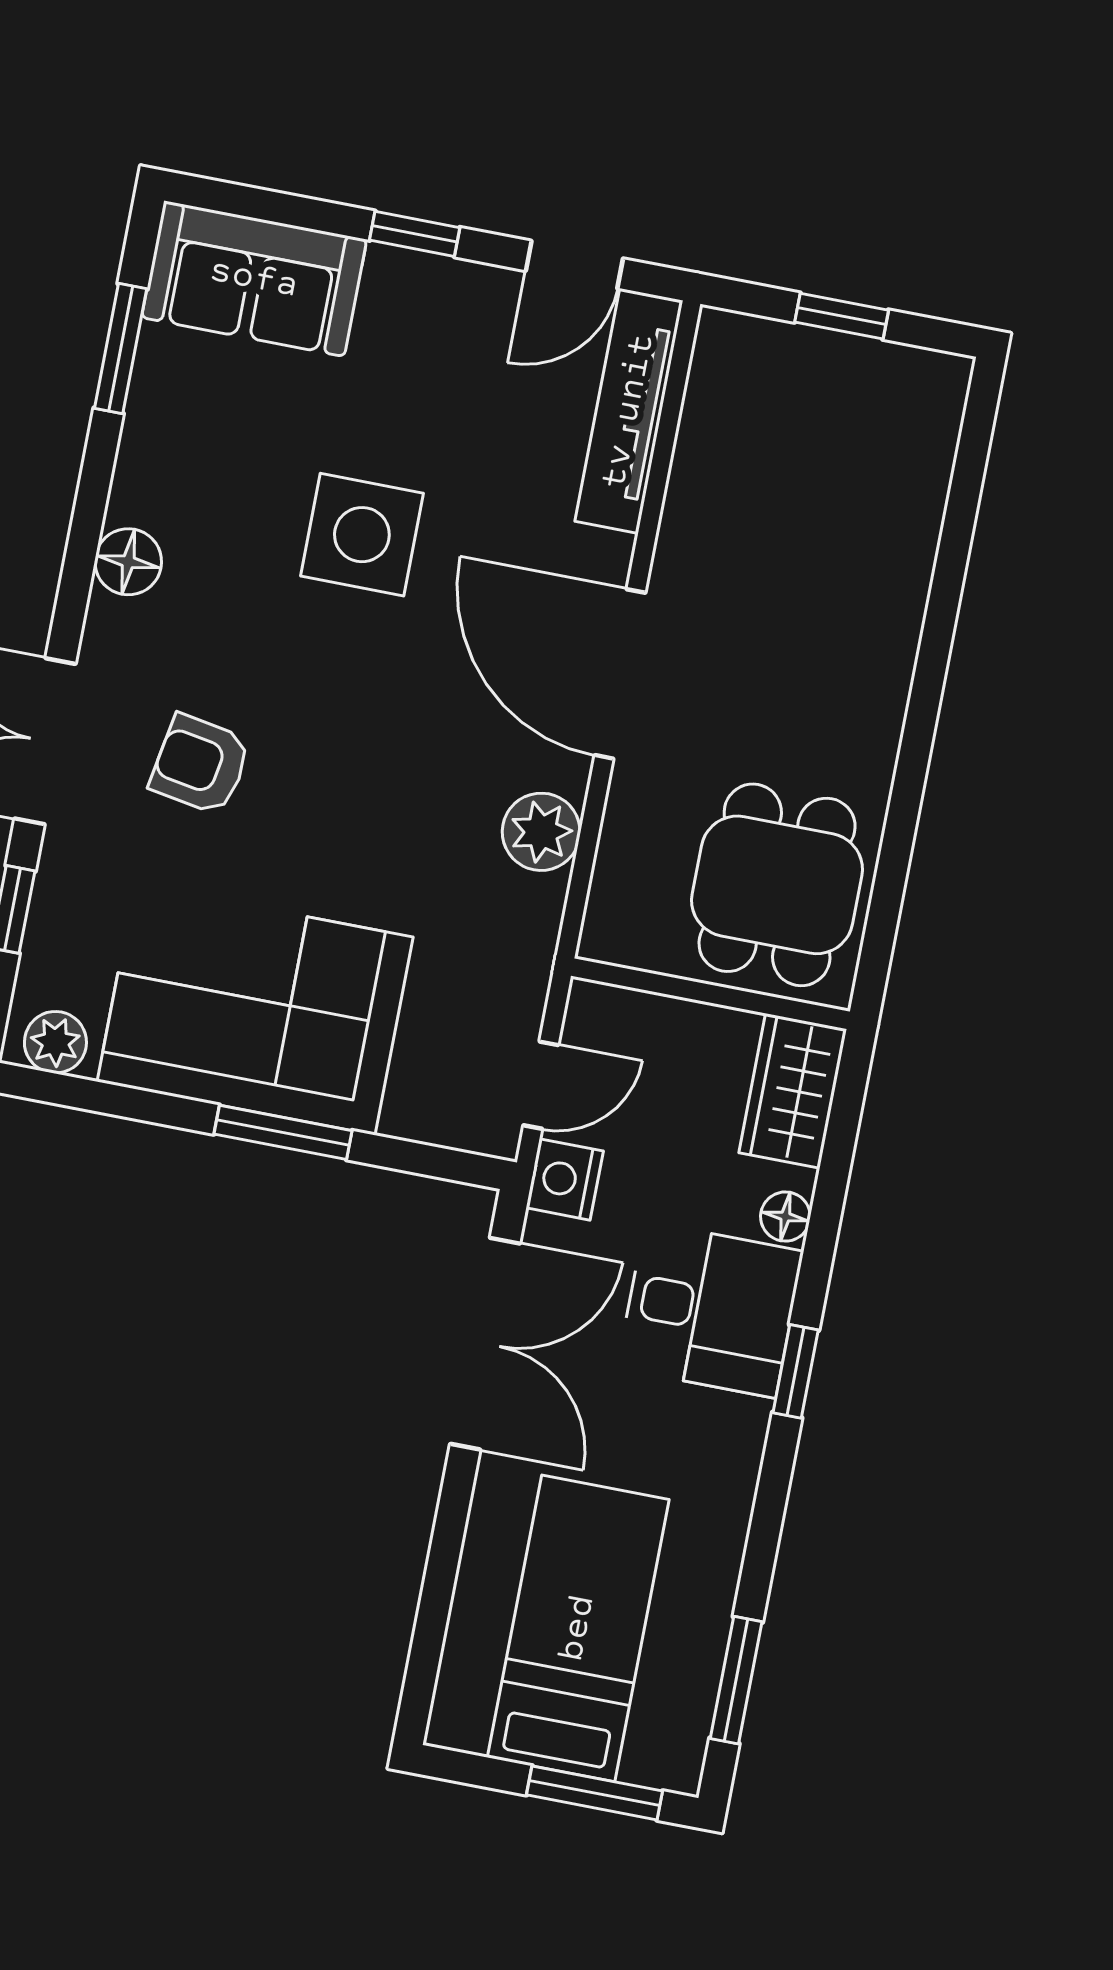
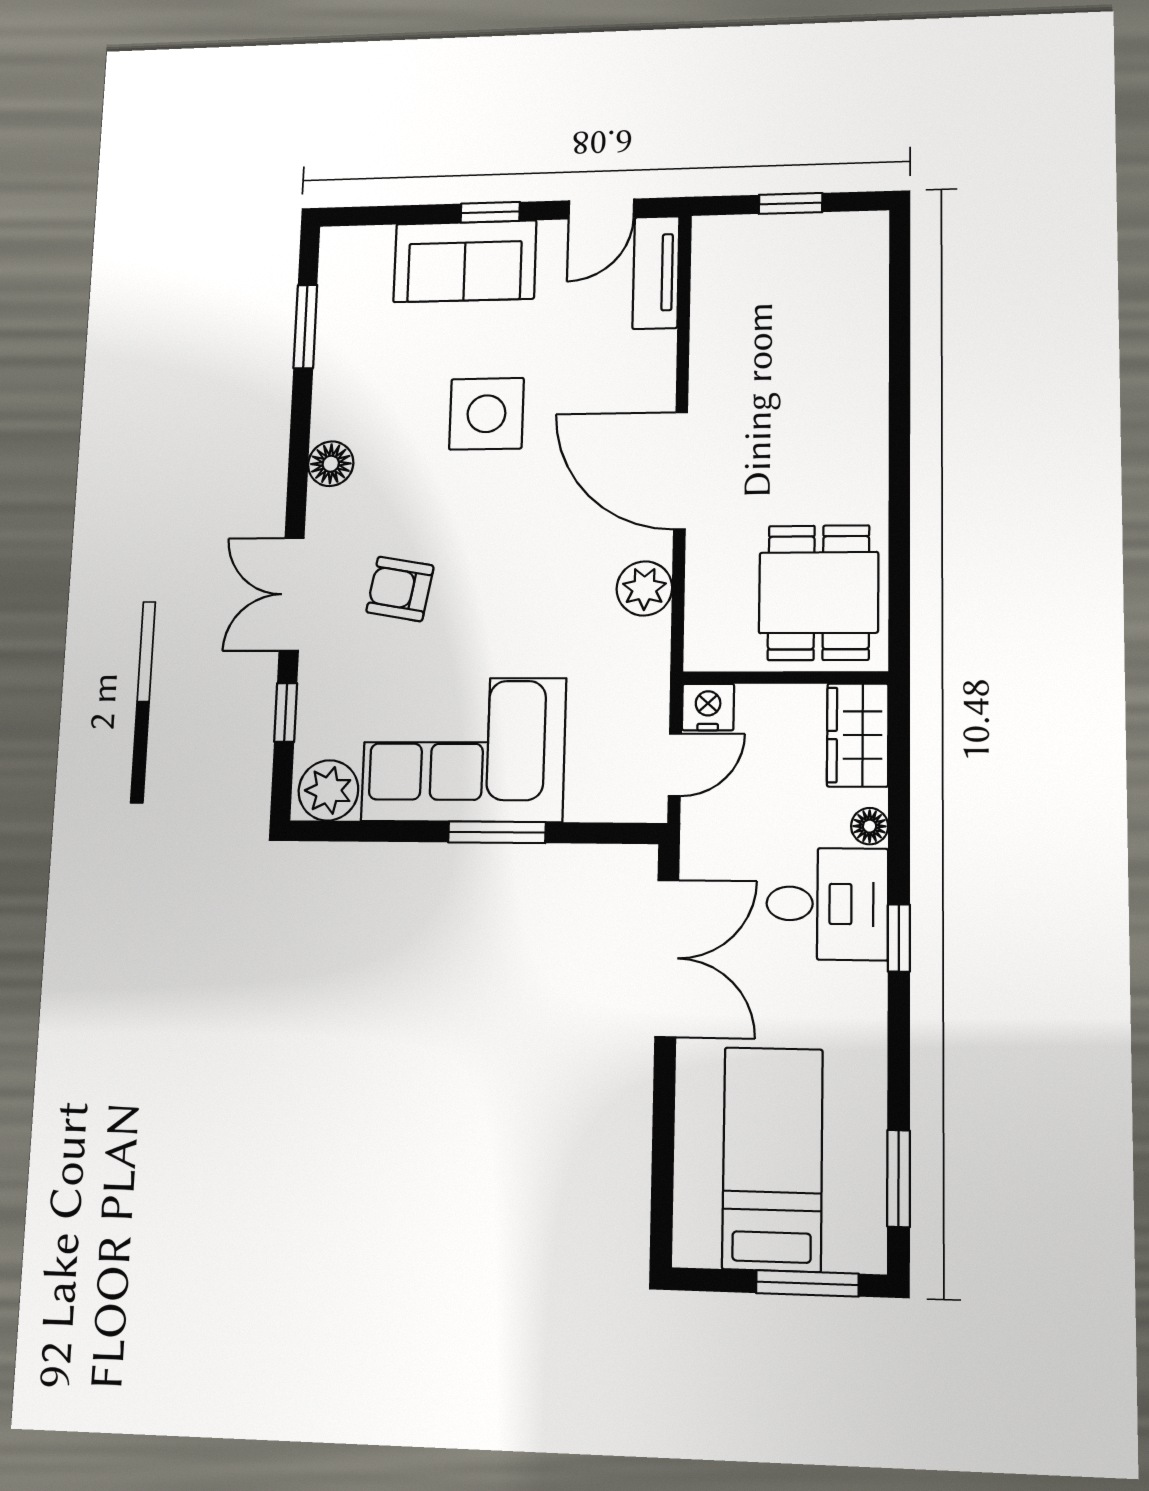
sofa: (254, 279) -> (465, 261), moved
tv unit: (629, 411) -> (656, 272), width x0.71
plant: (55, 1042) -> (328, 790), width x1.38, depth x1.38
nightstand: (565, 1179) -> (708, 707), moved, turned 90

